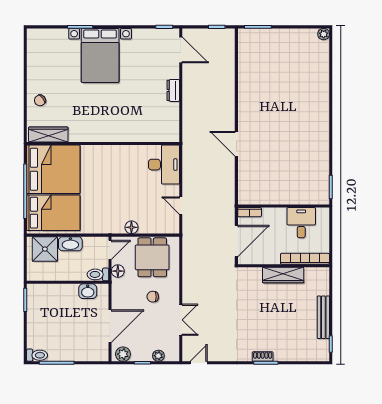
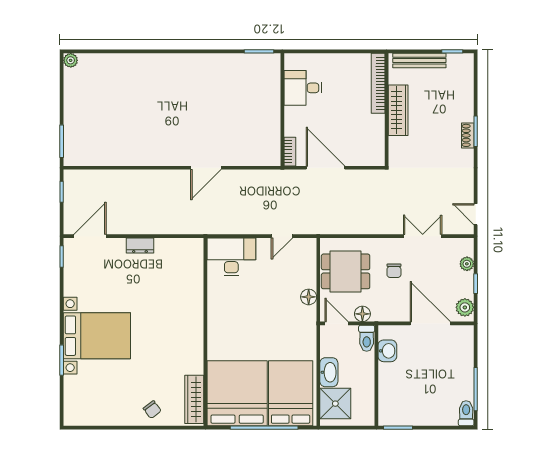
bookcase: (305, 259) -> (378, 83), moved
wall: (284, 266) -> (387, 110), moved
wardrobe: (283, 275) -> (398, 110), moved

